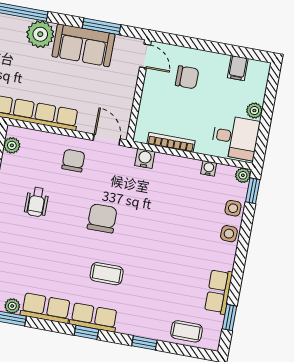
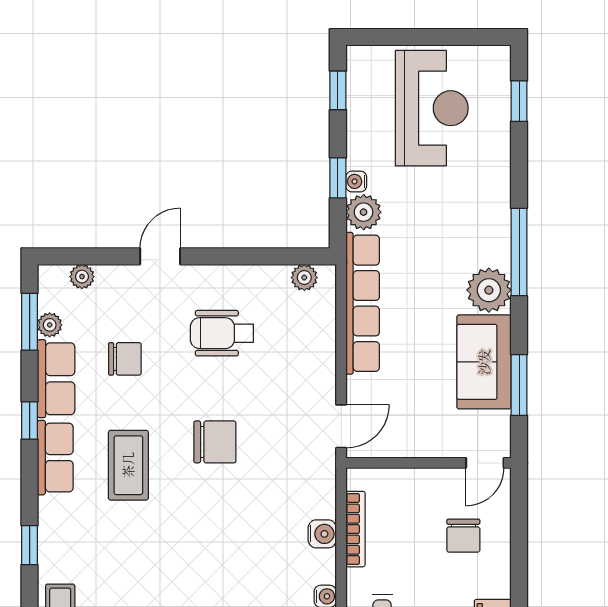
water cooler: (145, 158) -> (322, 534), moved
chair: (73, 161) -> (125, 359), moved
wheelchair: (37, 202) -> (222, 333), width x1.36, depth x1.37
coffee table: (107, 274) -> (128, 465), width x1.36, depth x1.30
window: (86, 332) -> (30, 420), moved

